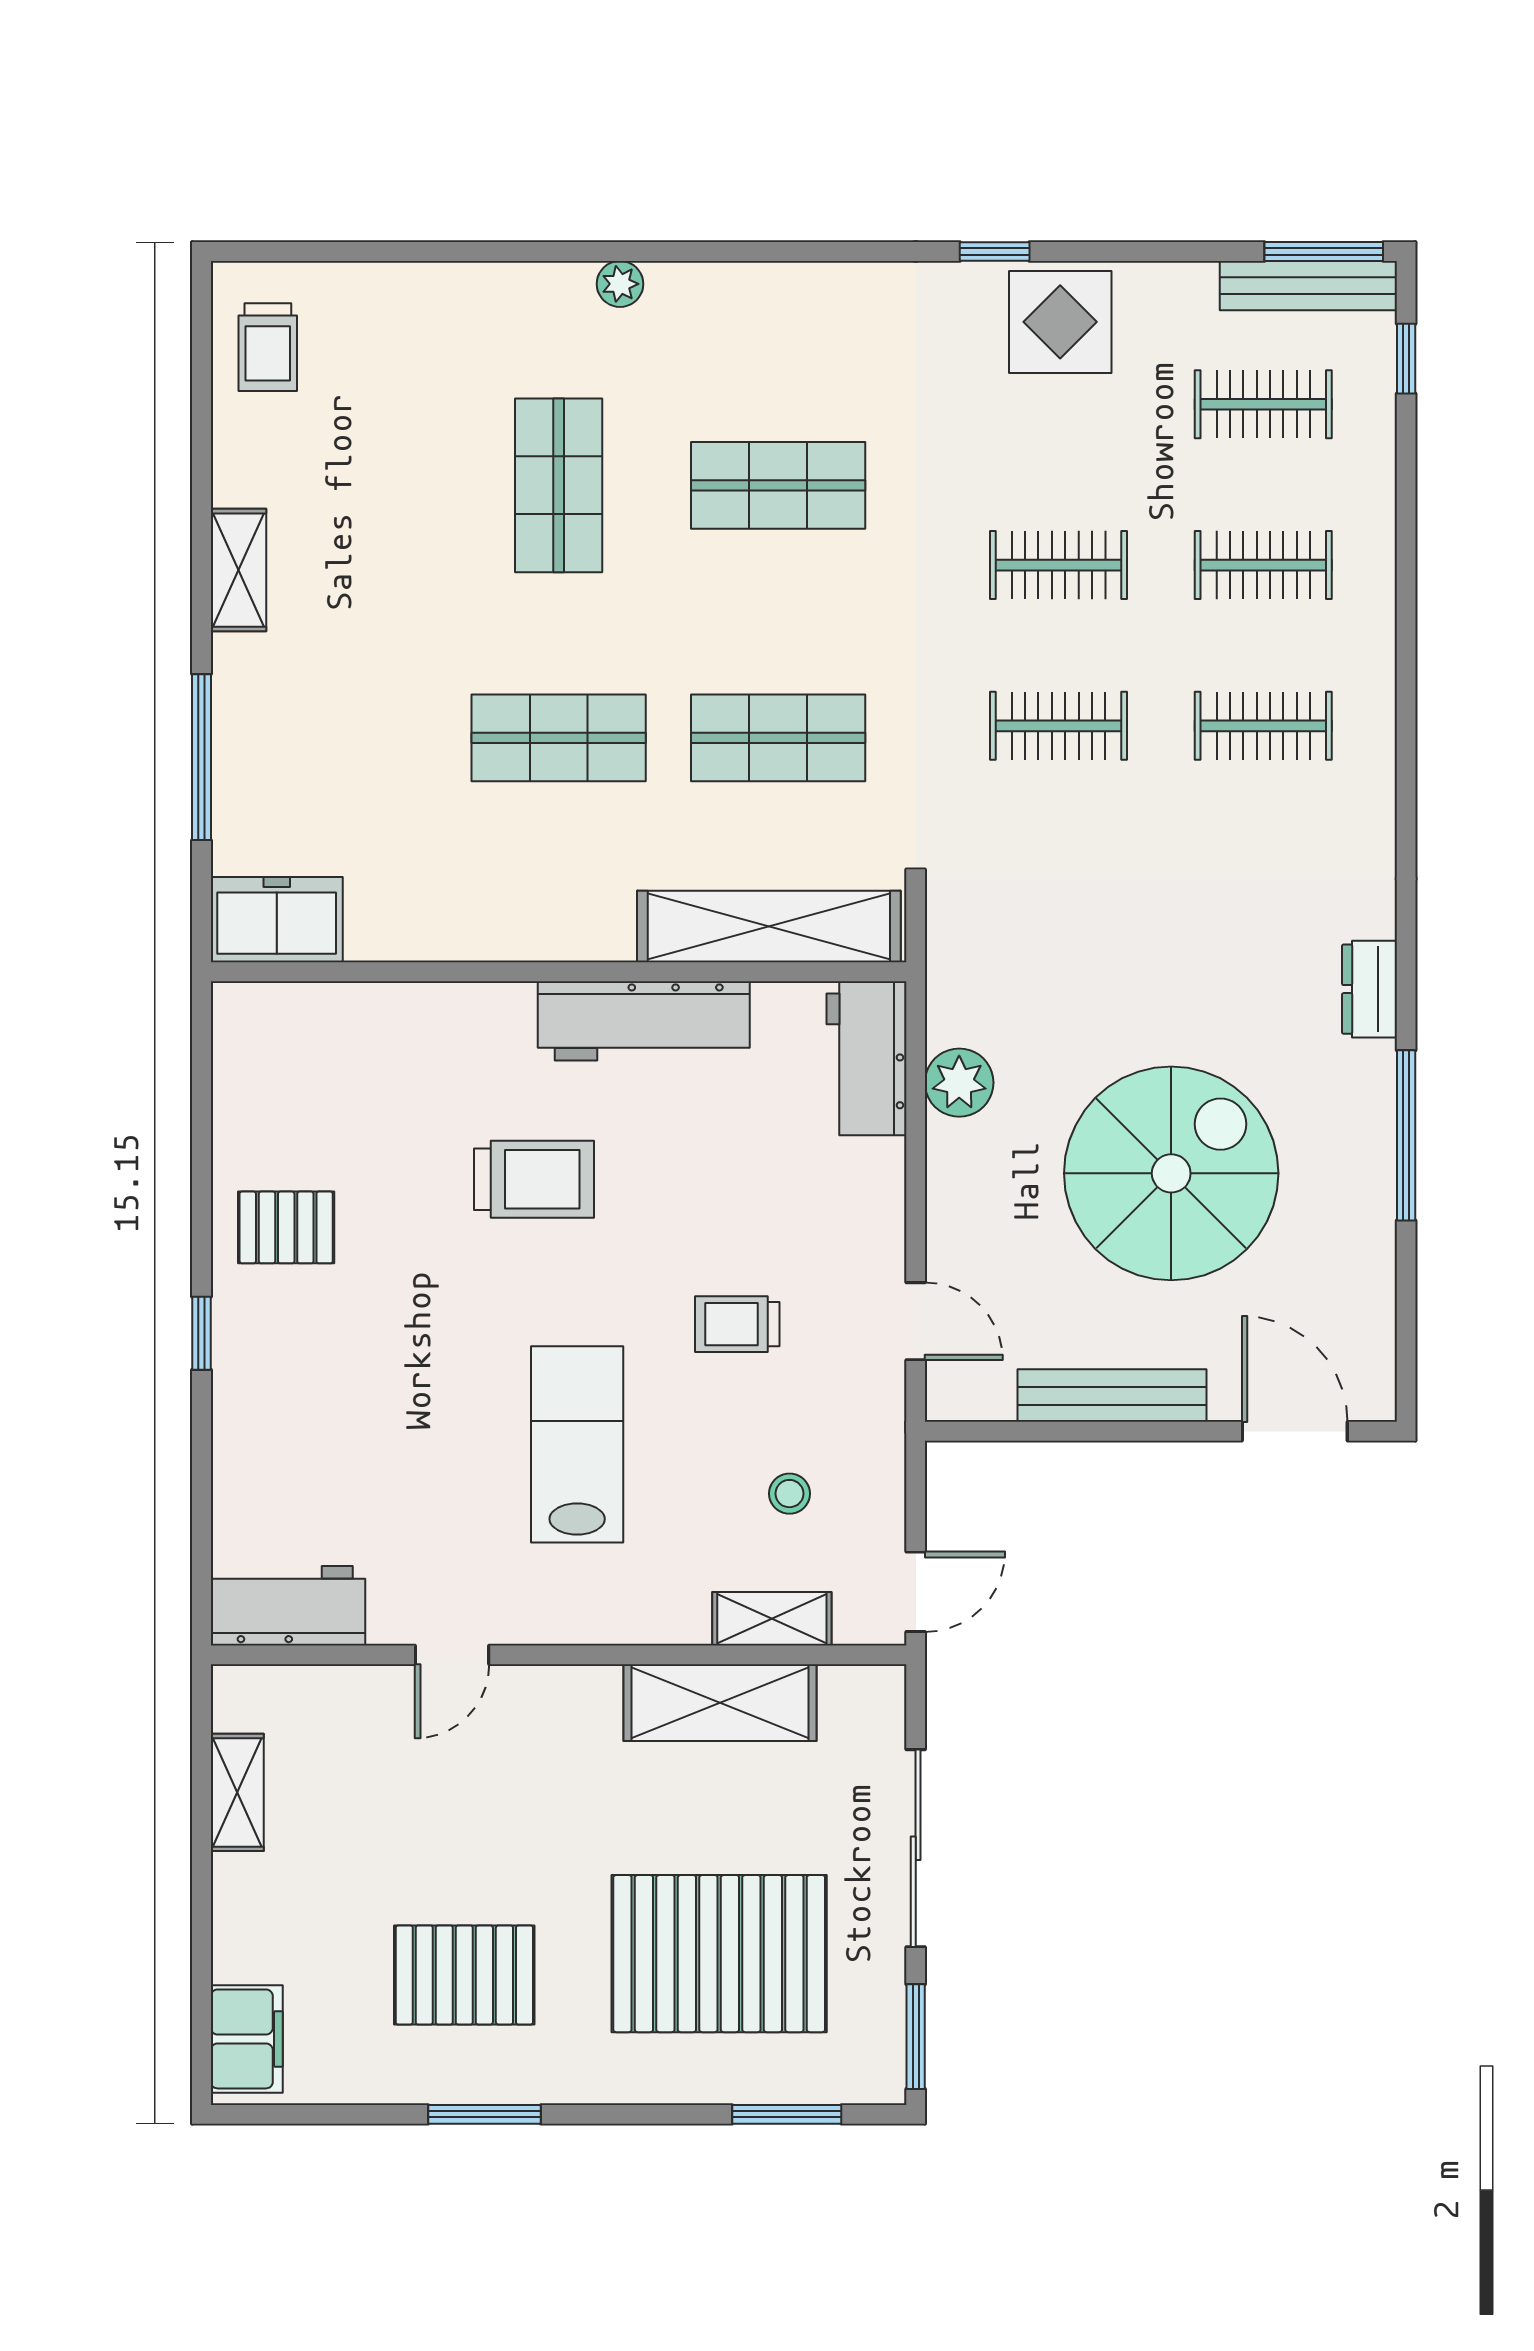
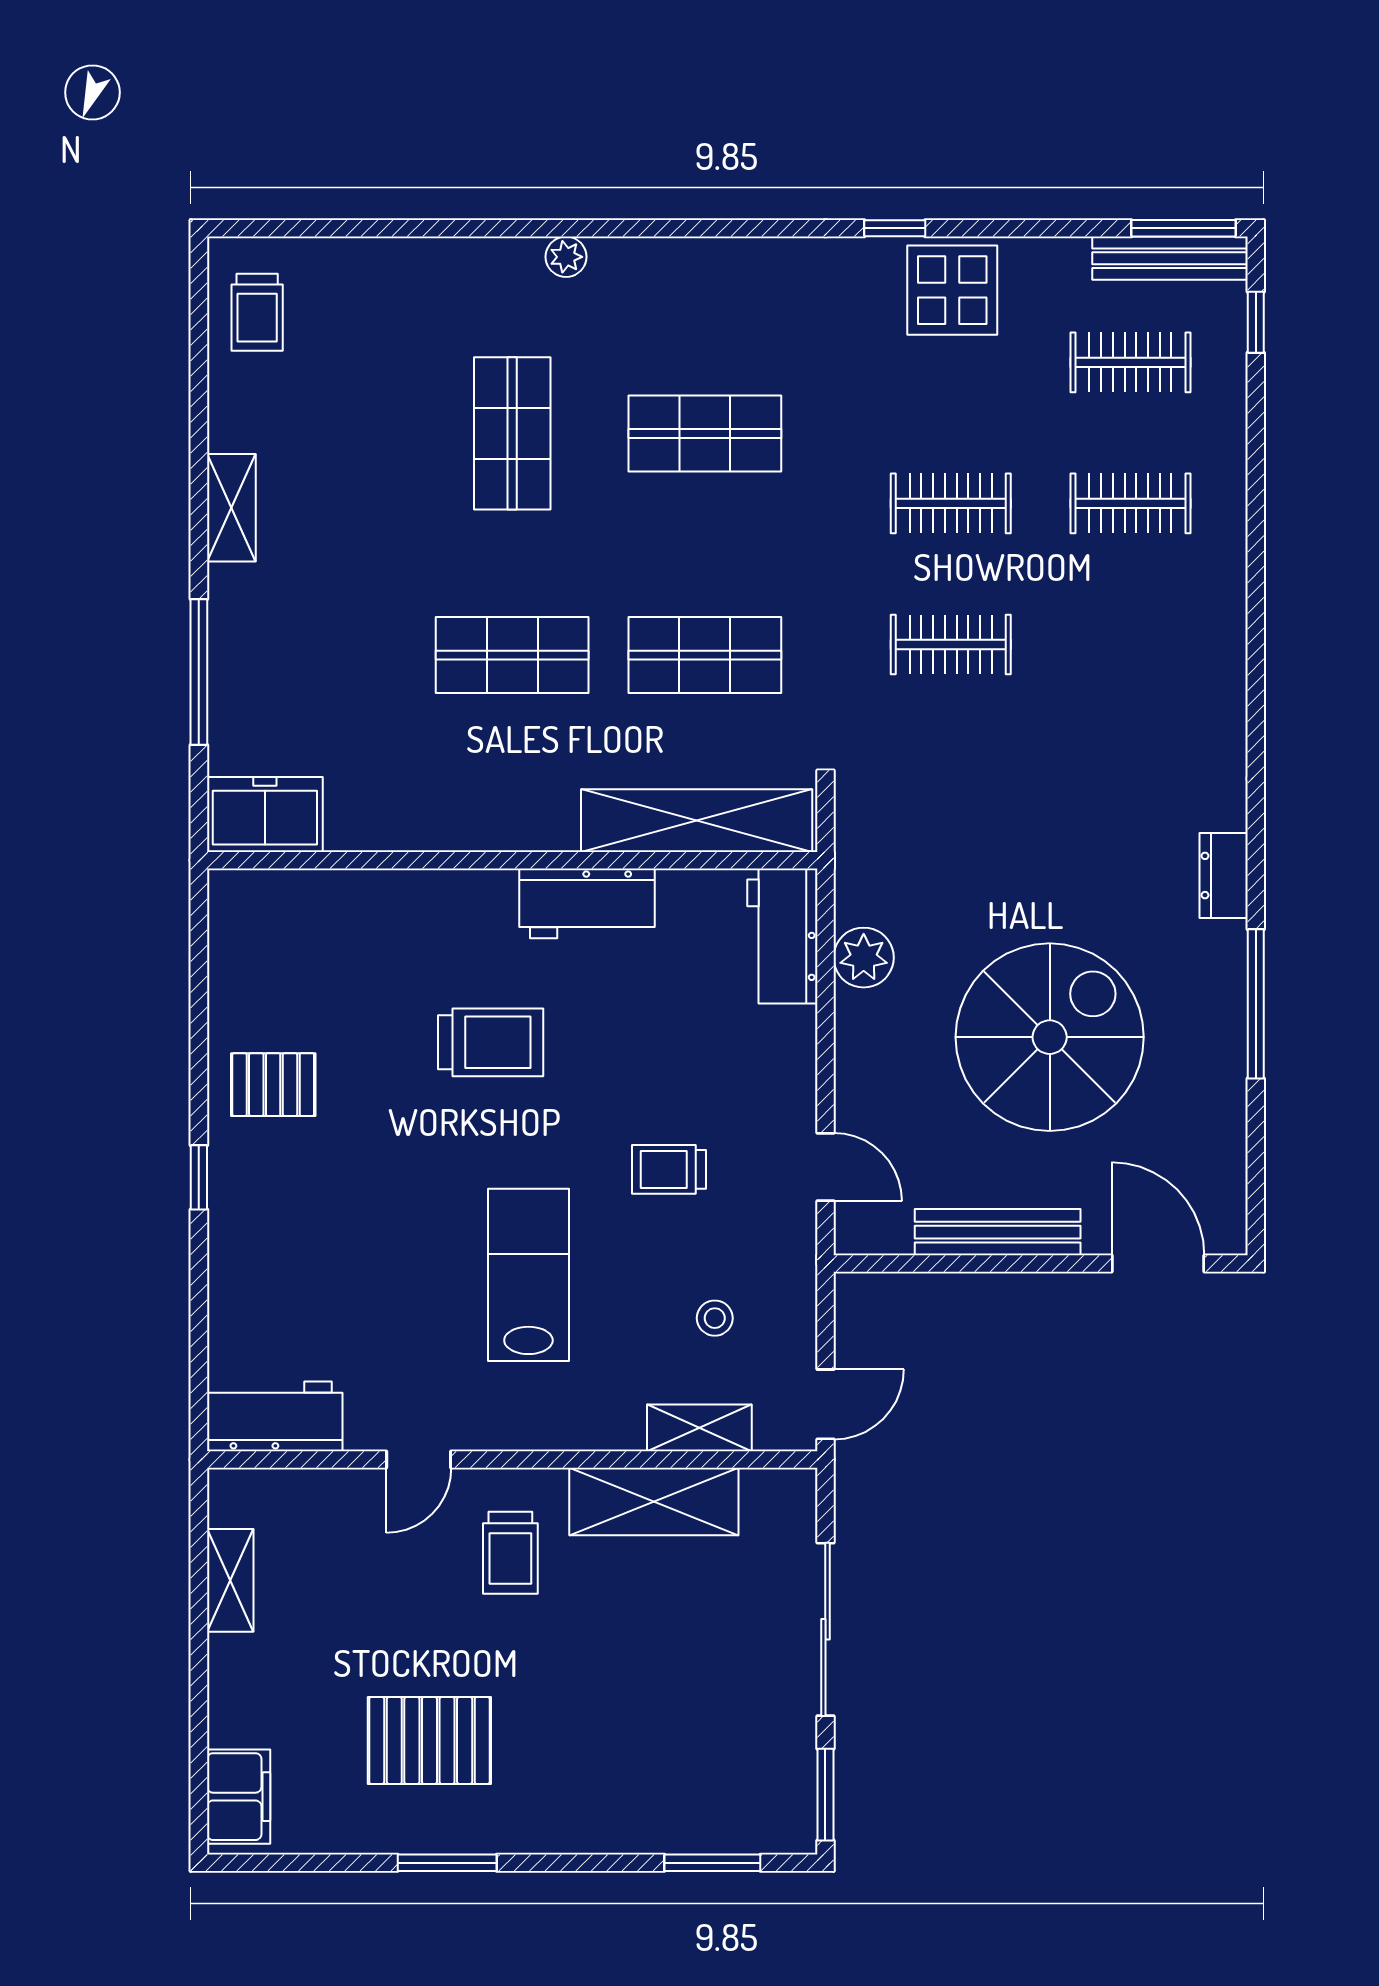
clothes rail: (1263, 726) -> (1130, 644), removed
workbench: (644, 1021) -> (587, 903), width x0.73
trolley: (557, 1761) -> (510, 1553), added
pallet: (719, 1954) -> (653, 1722), removed

